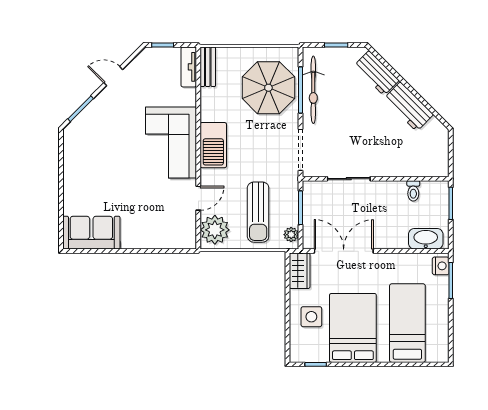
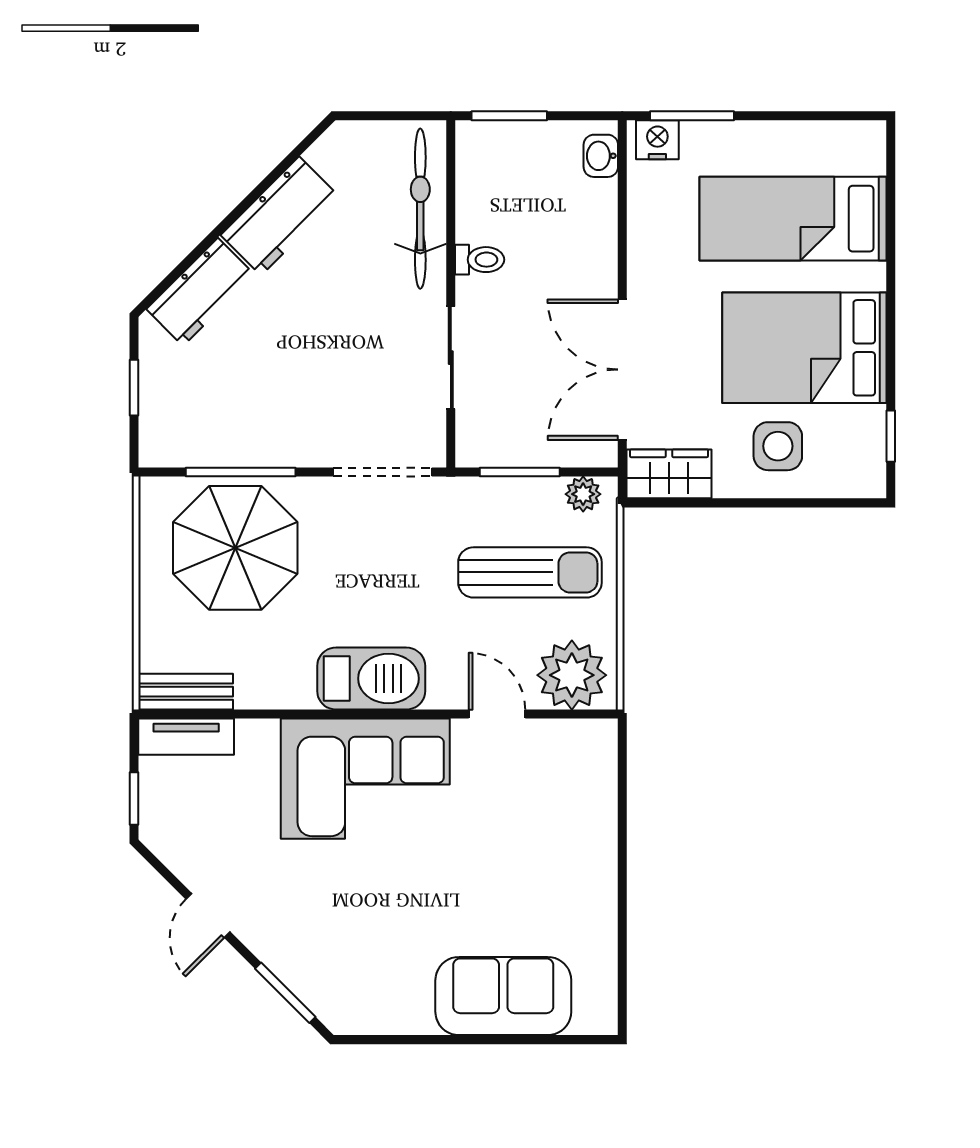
bicycle: (313, 90) -> (420, 209), moved, turned -90
toilet: (413, 191) -> (480, 260), moved
sofa: (91, 233) -> (503, 996), moved, turned 90
washbasin: (426, 239) -> (601, 156), width x0.52, depth x0.69

